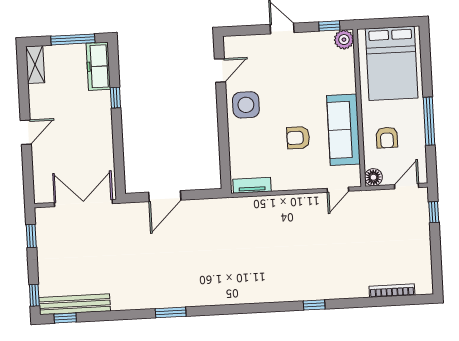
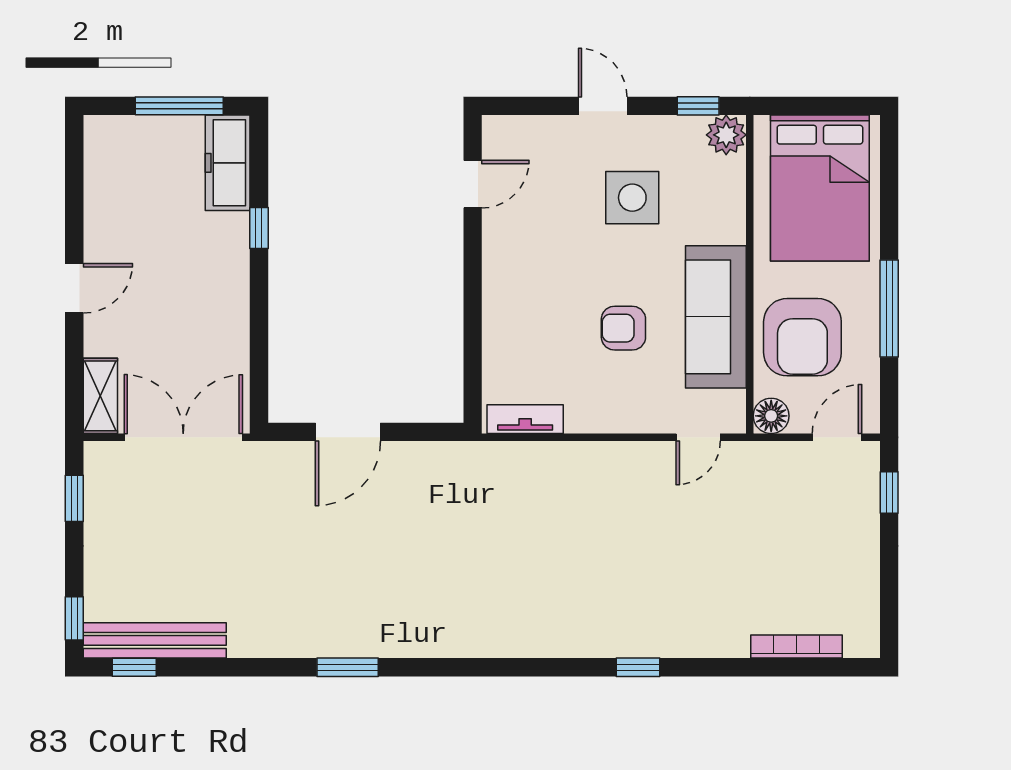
shelving: (35, 65) -> (100, 396), moved
side table: (246, 105) -> (632, 198), moved
armchair: (387, 138) -> (802, 337), width x1.88, depth x1.88

